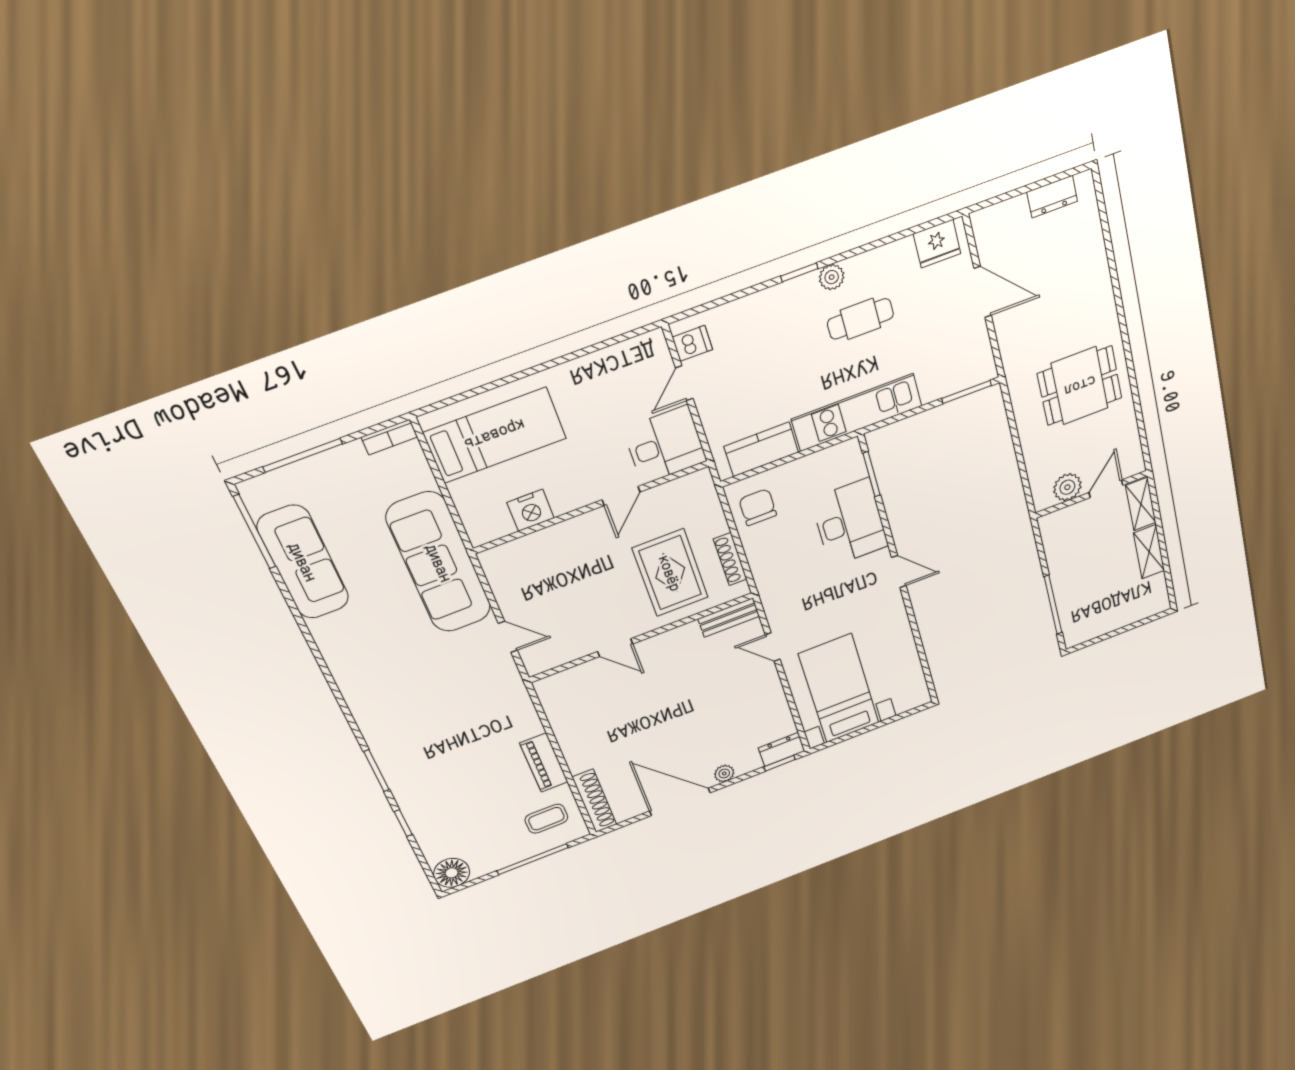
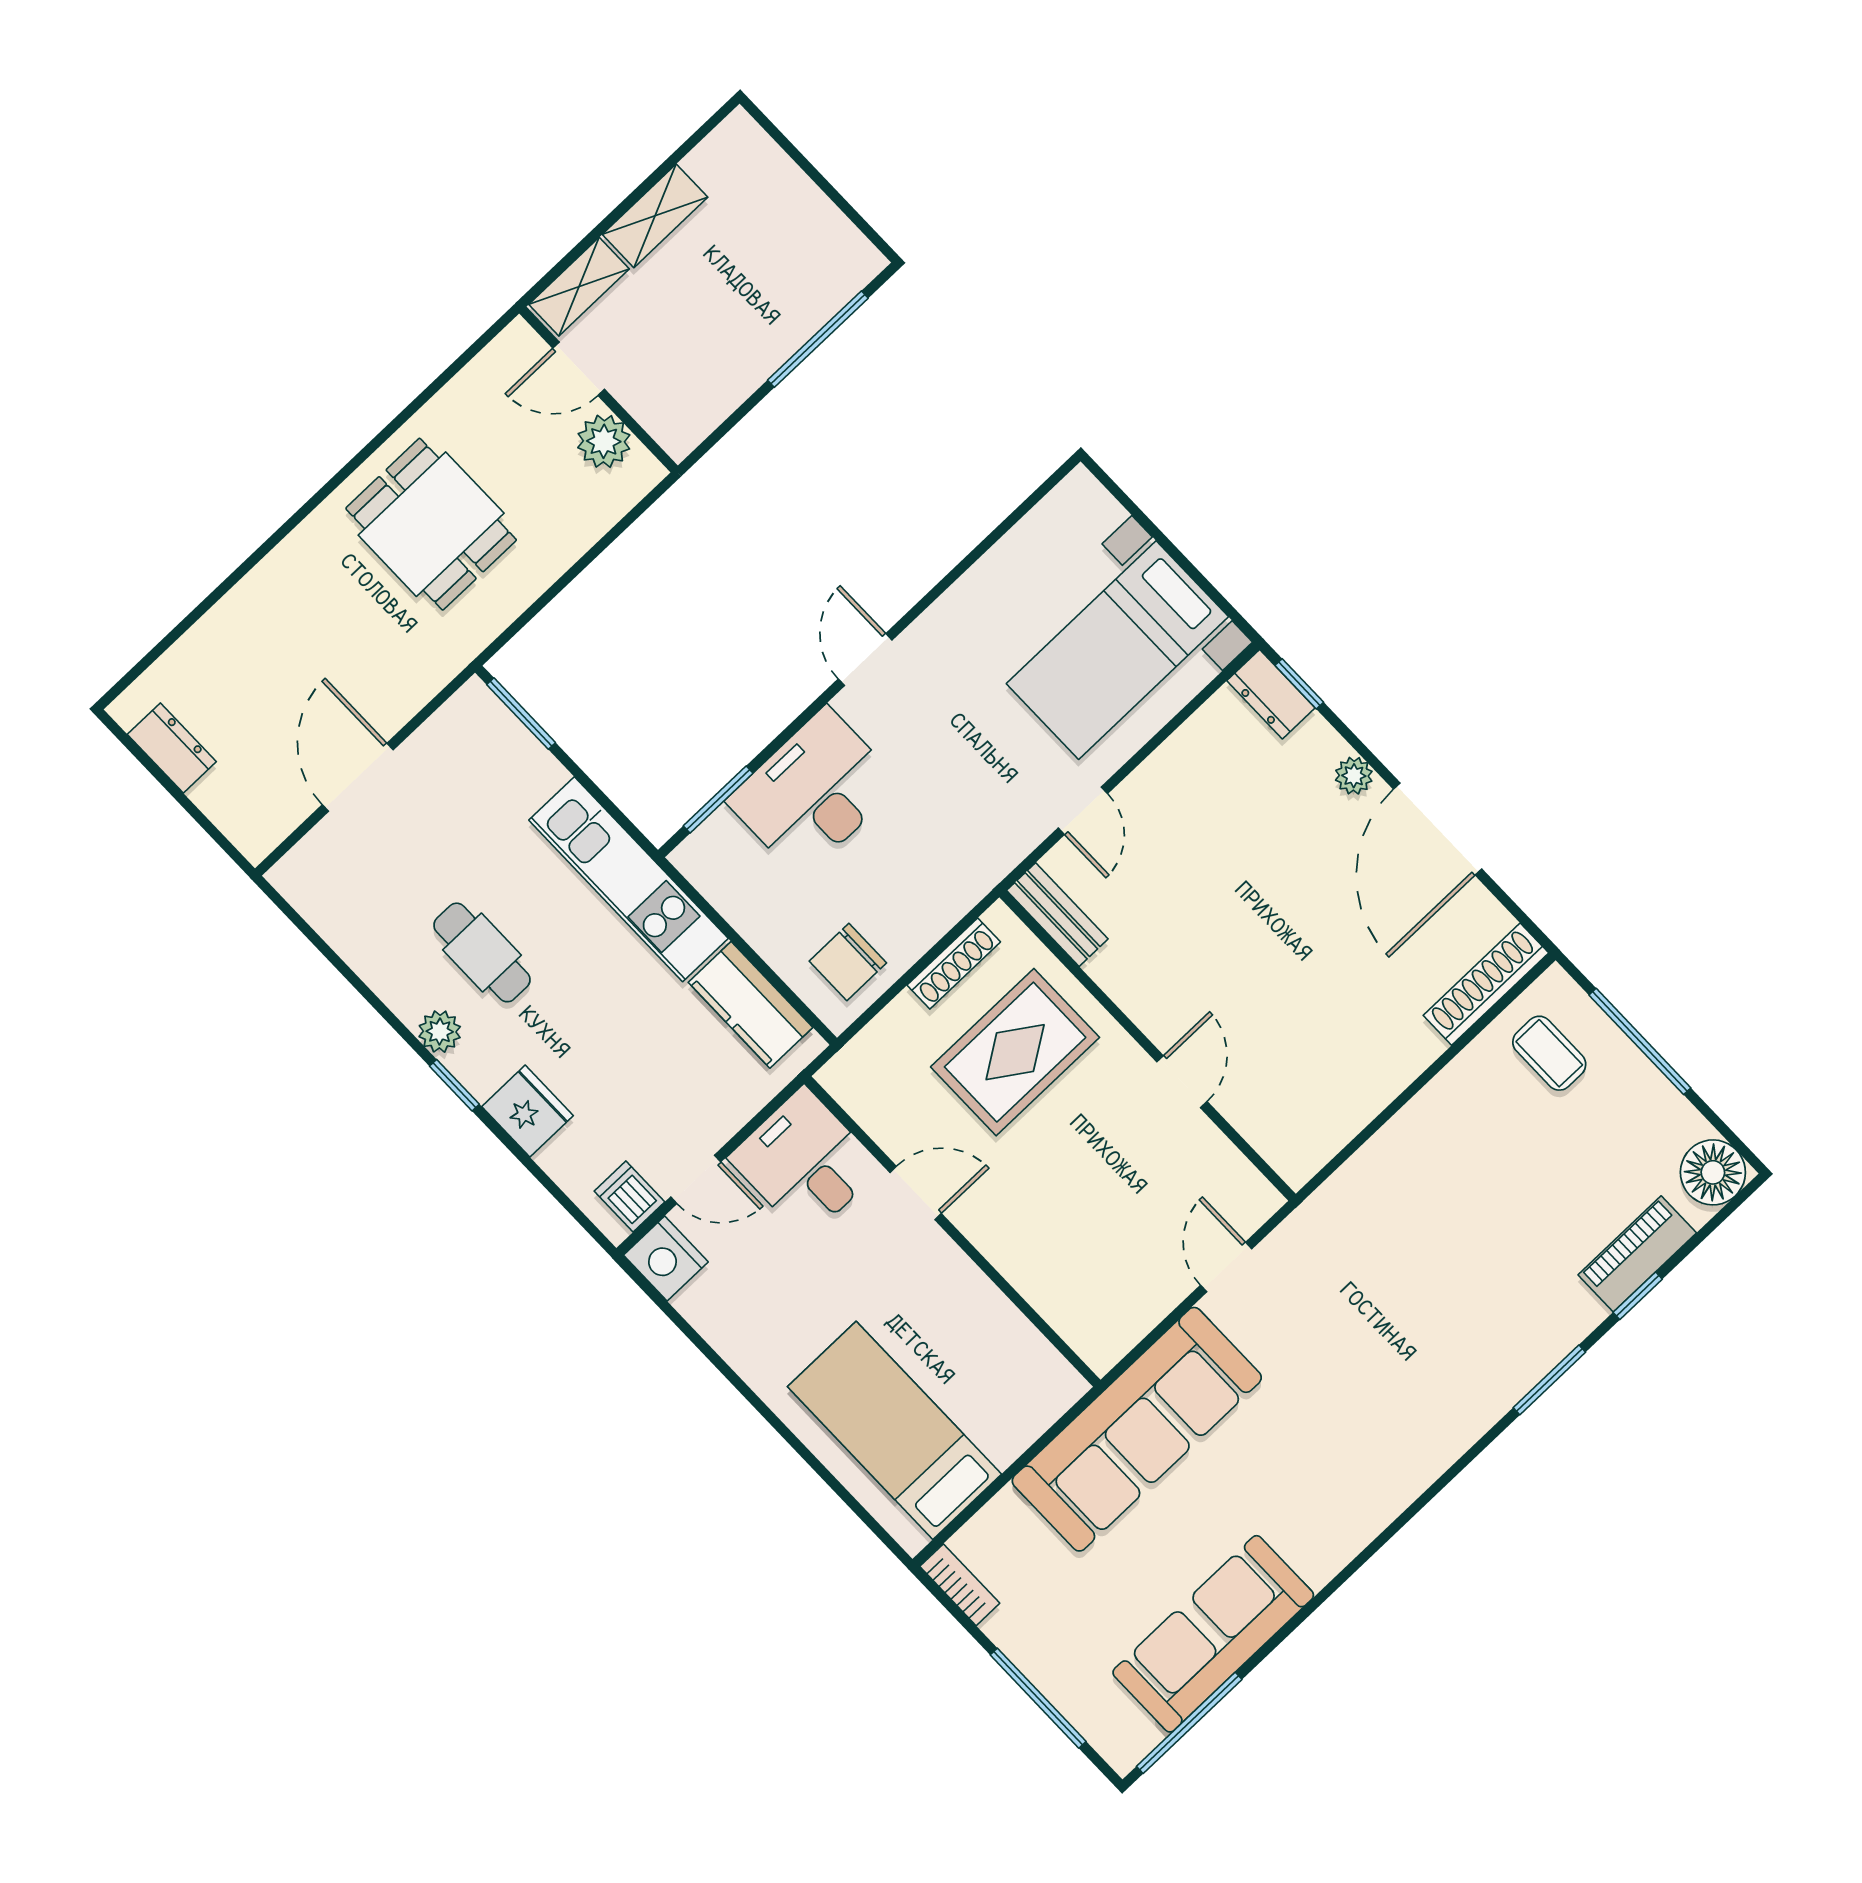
fridge: (937, 244) -> (528, 1111), moved
nightstand: (531, 510) -> (666, 1259), moved, turned 180
piano: (544, 763) -> (1637, 1254), moved, turned 180

